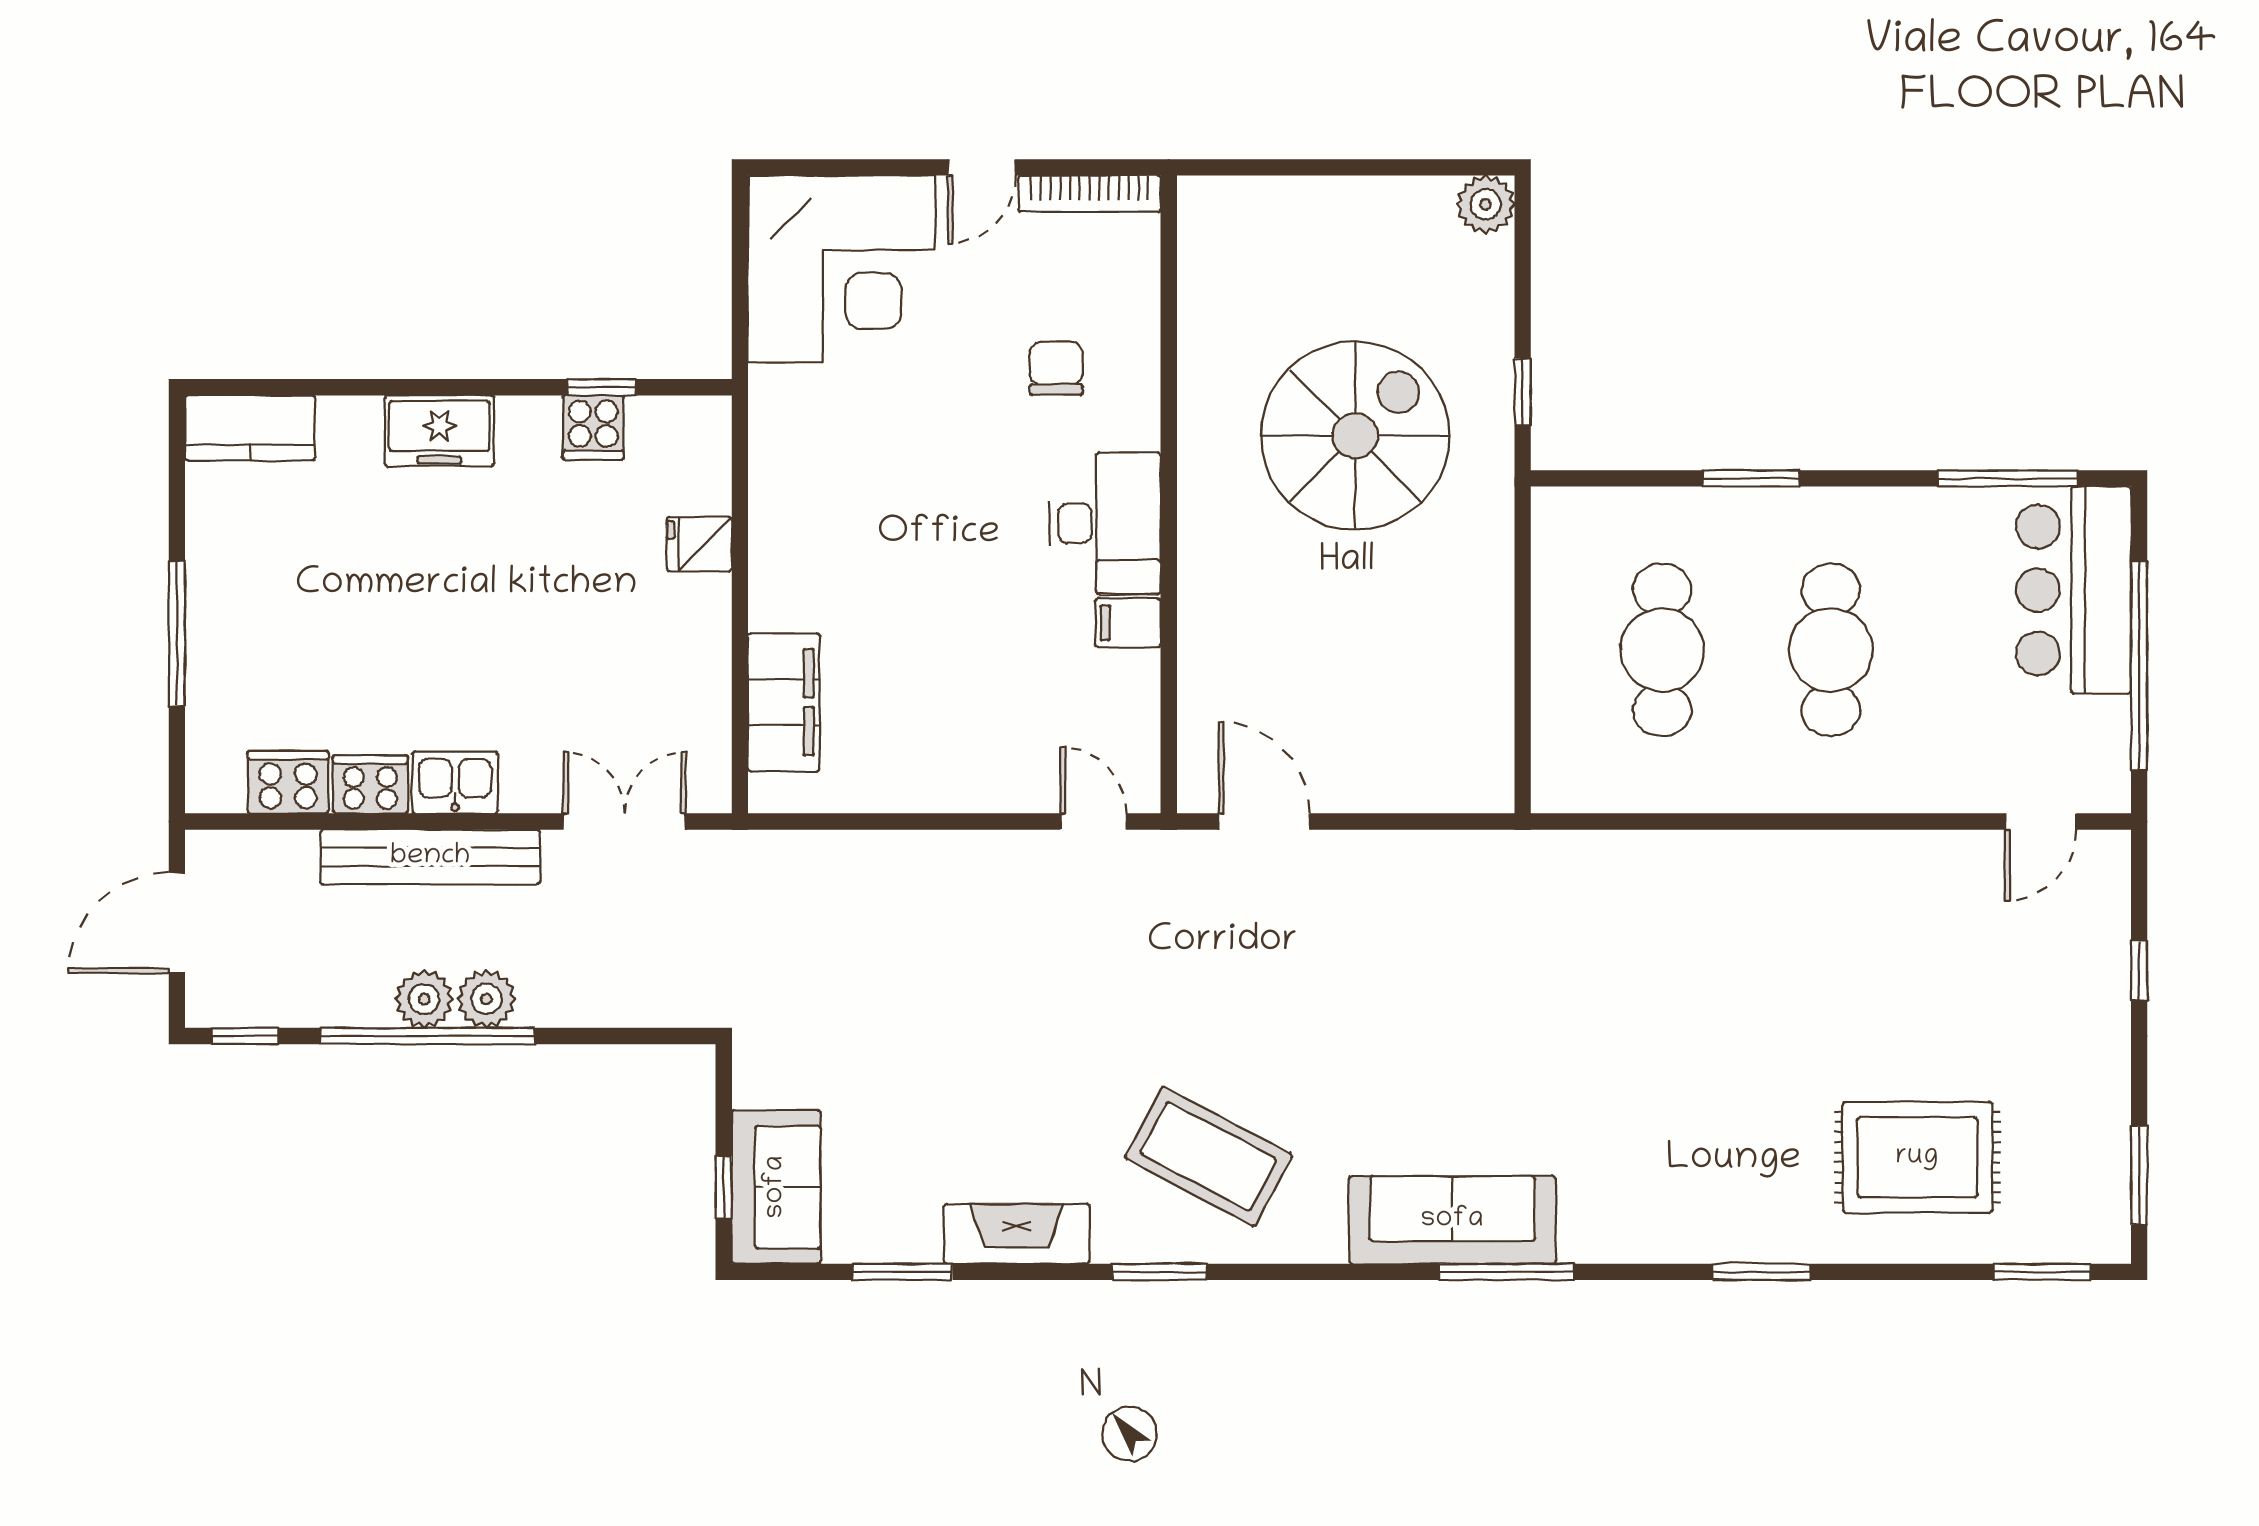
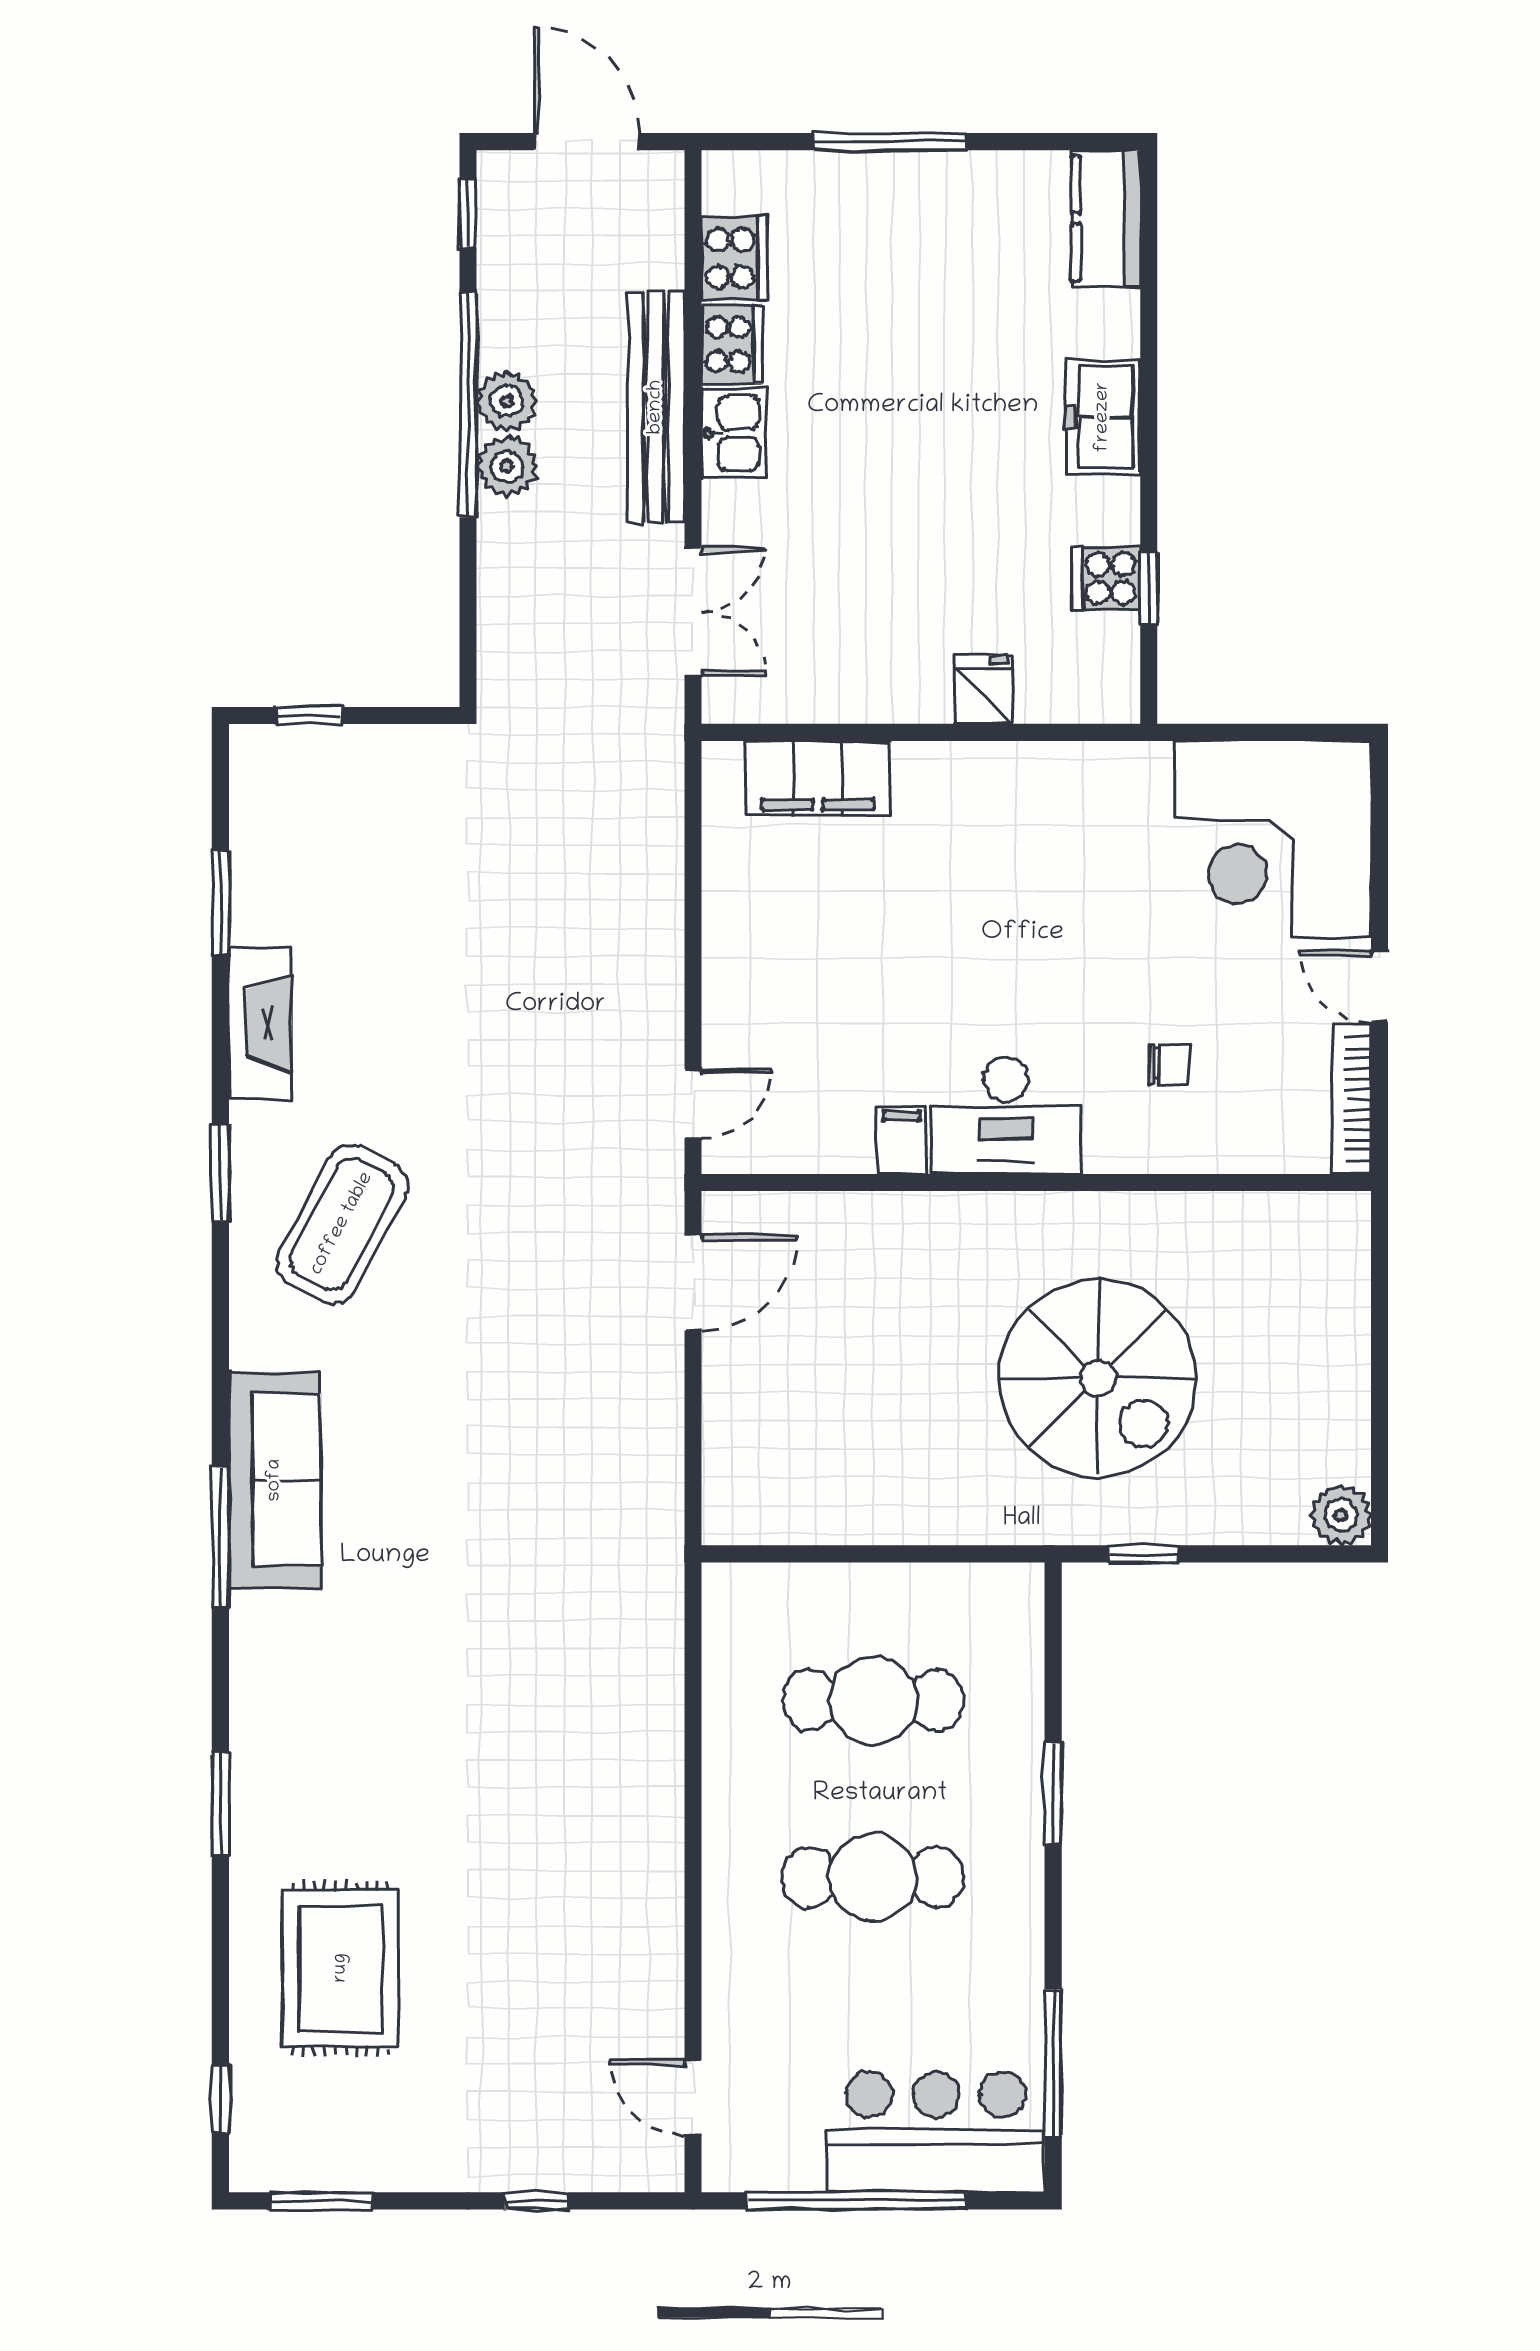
chair: (1056, 368) -> (1169, 1064), width x0.73, depth x0.73
sofa: (776, 1187) -> (309, 770), removed
window: (2042, 1272) -> (220, 2099), width x0.67

